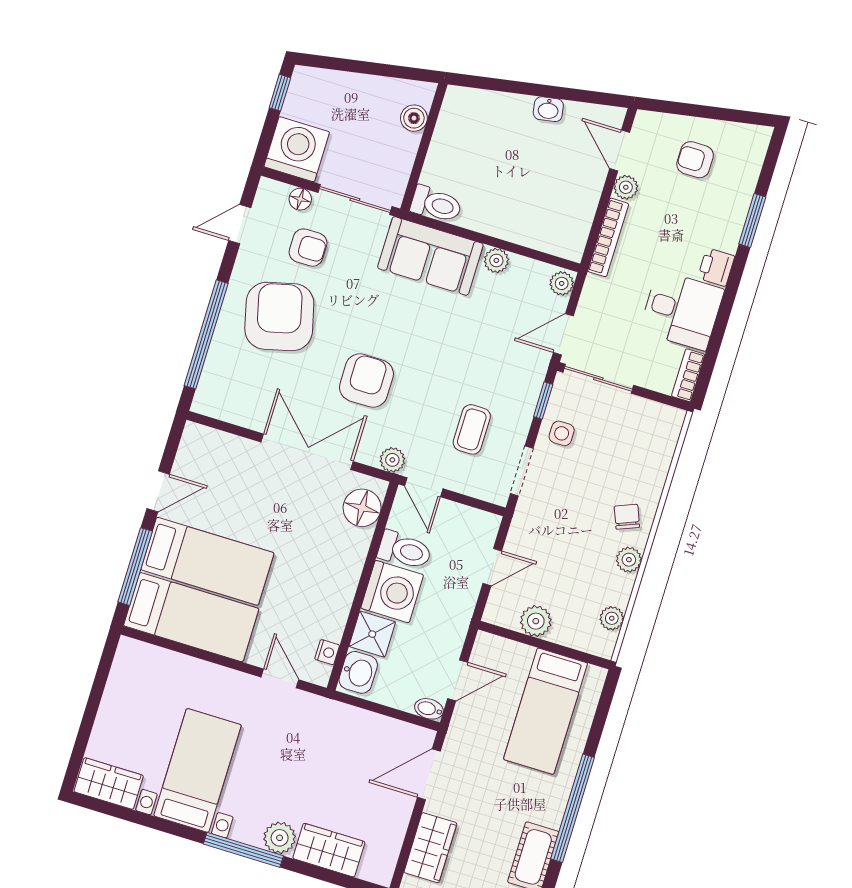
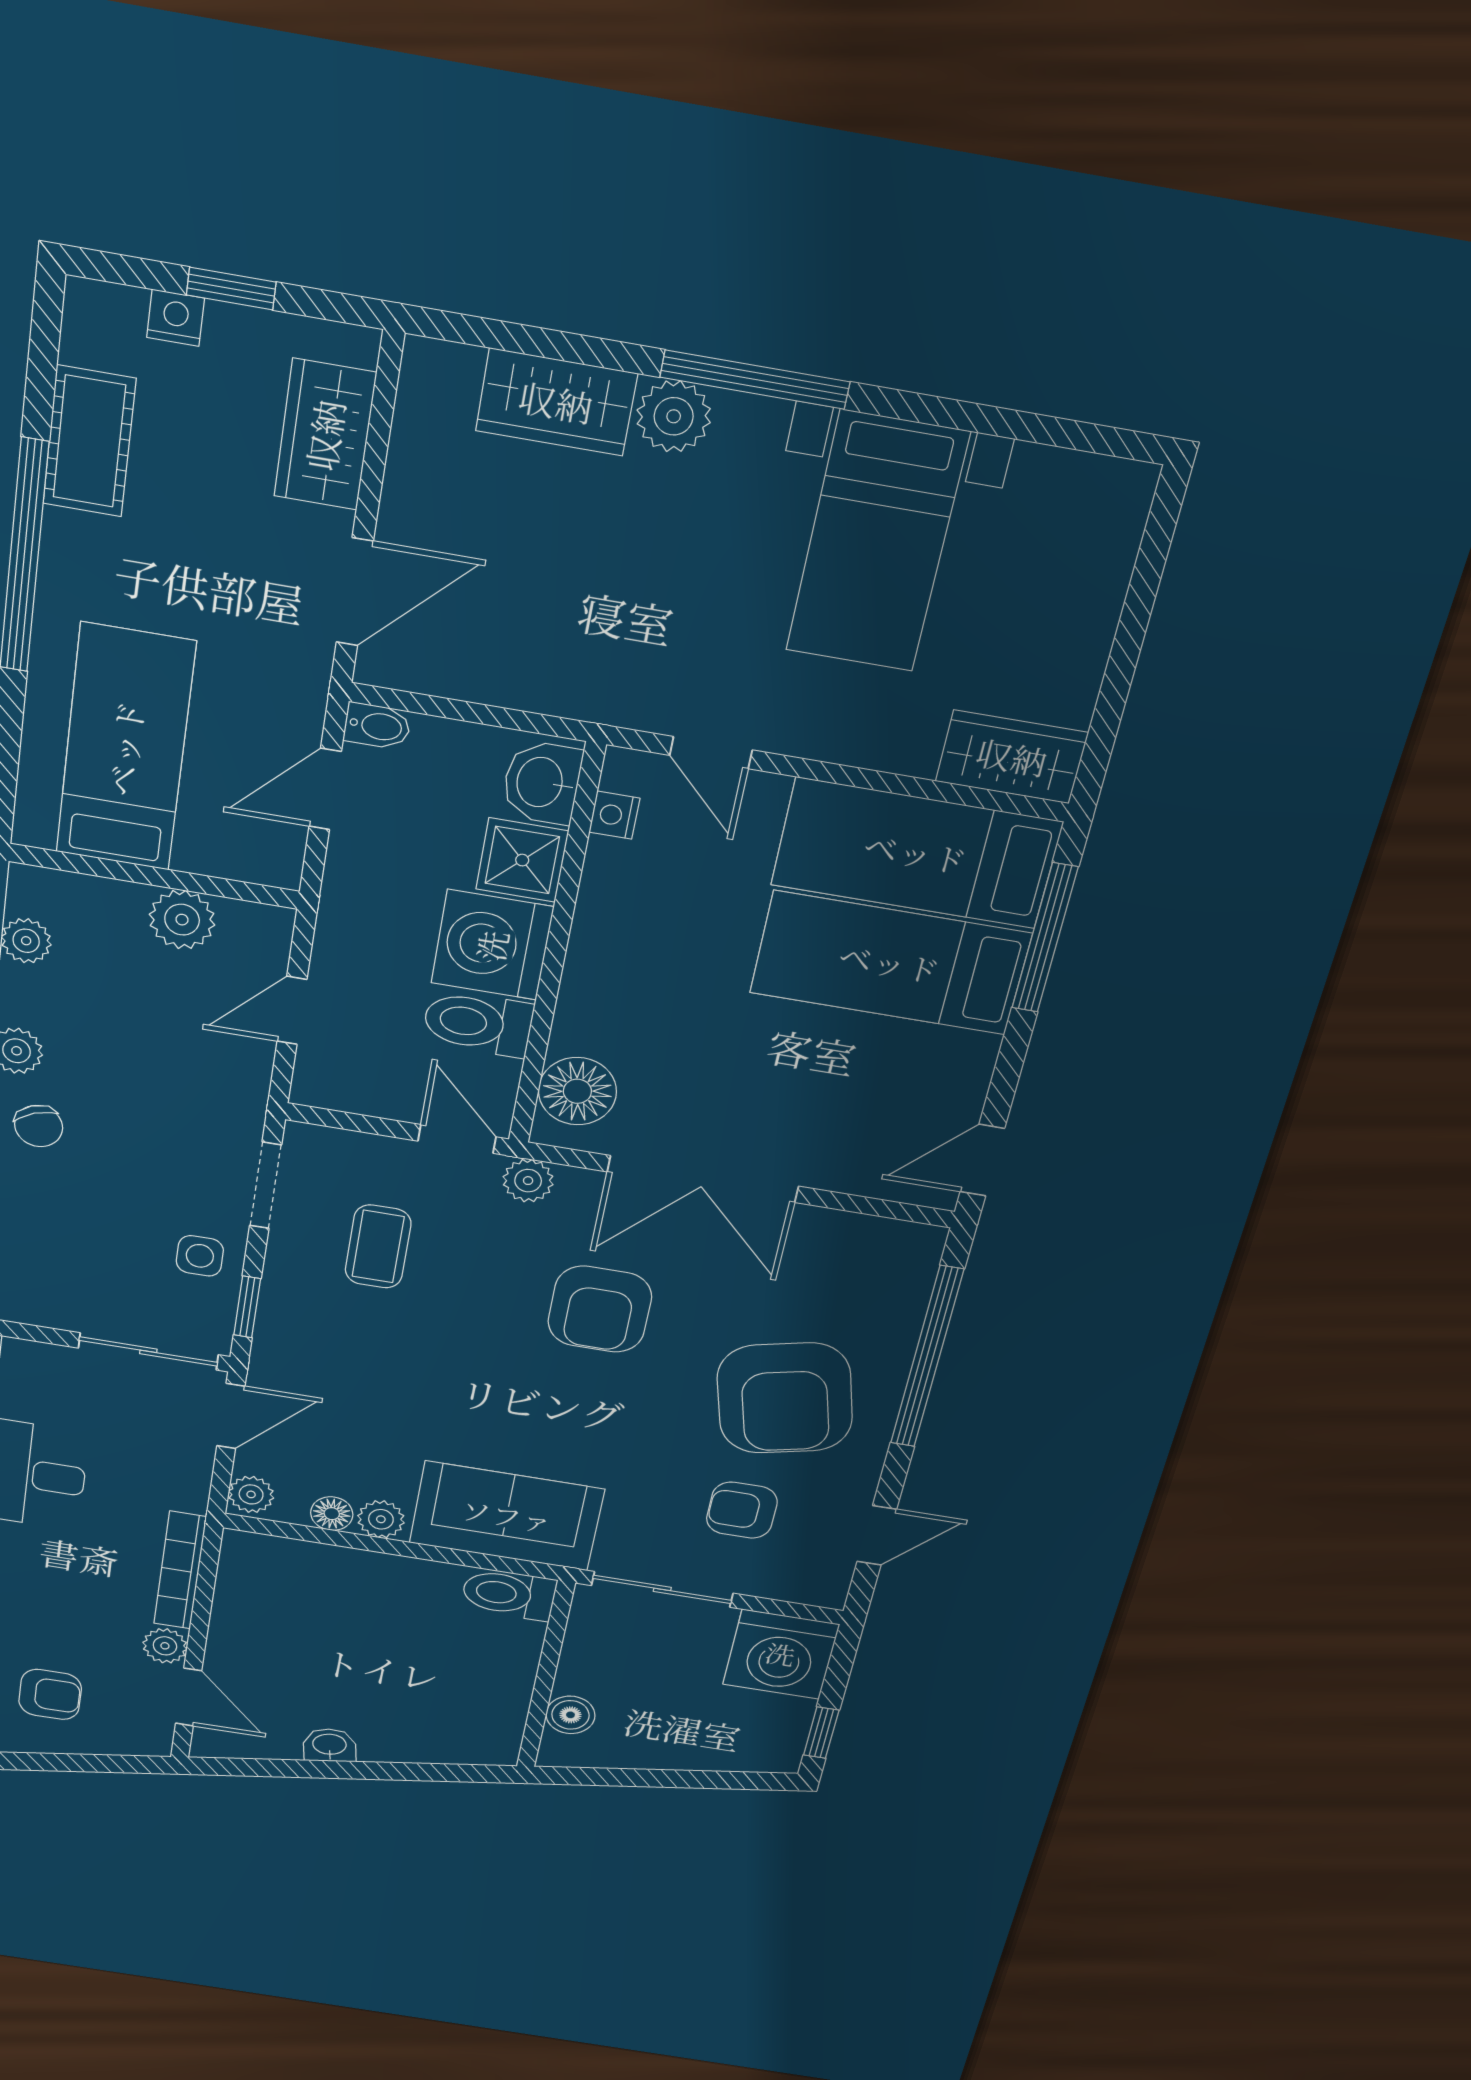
floor lamp: (300, 199) -> (332, 1514), moved
door: (158, 491) -> (982, 1160), moved
wardrobe: (109, 784) -> (1012, 757), moved, turned 180

